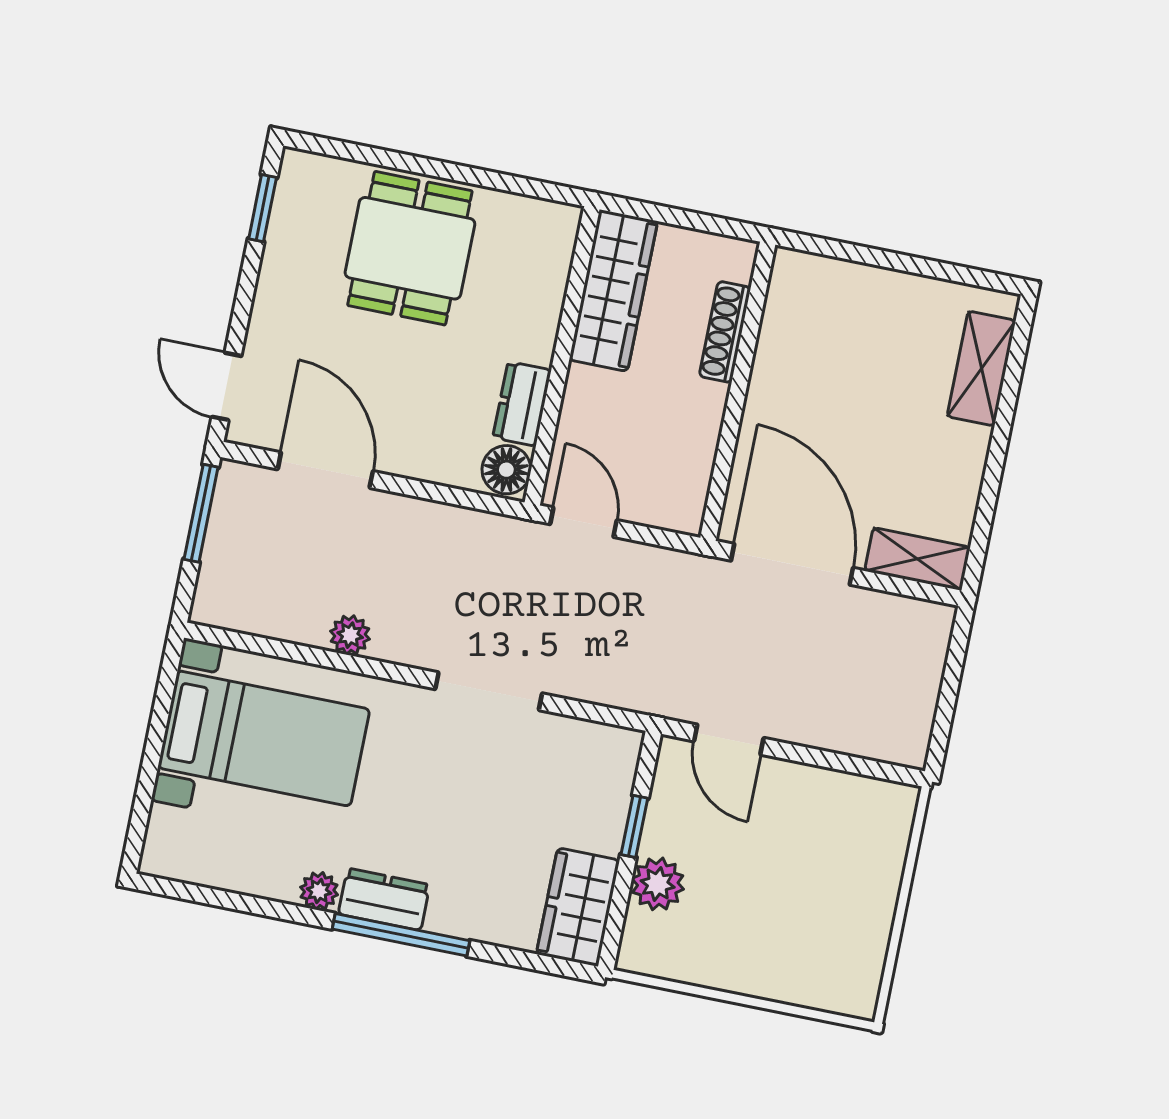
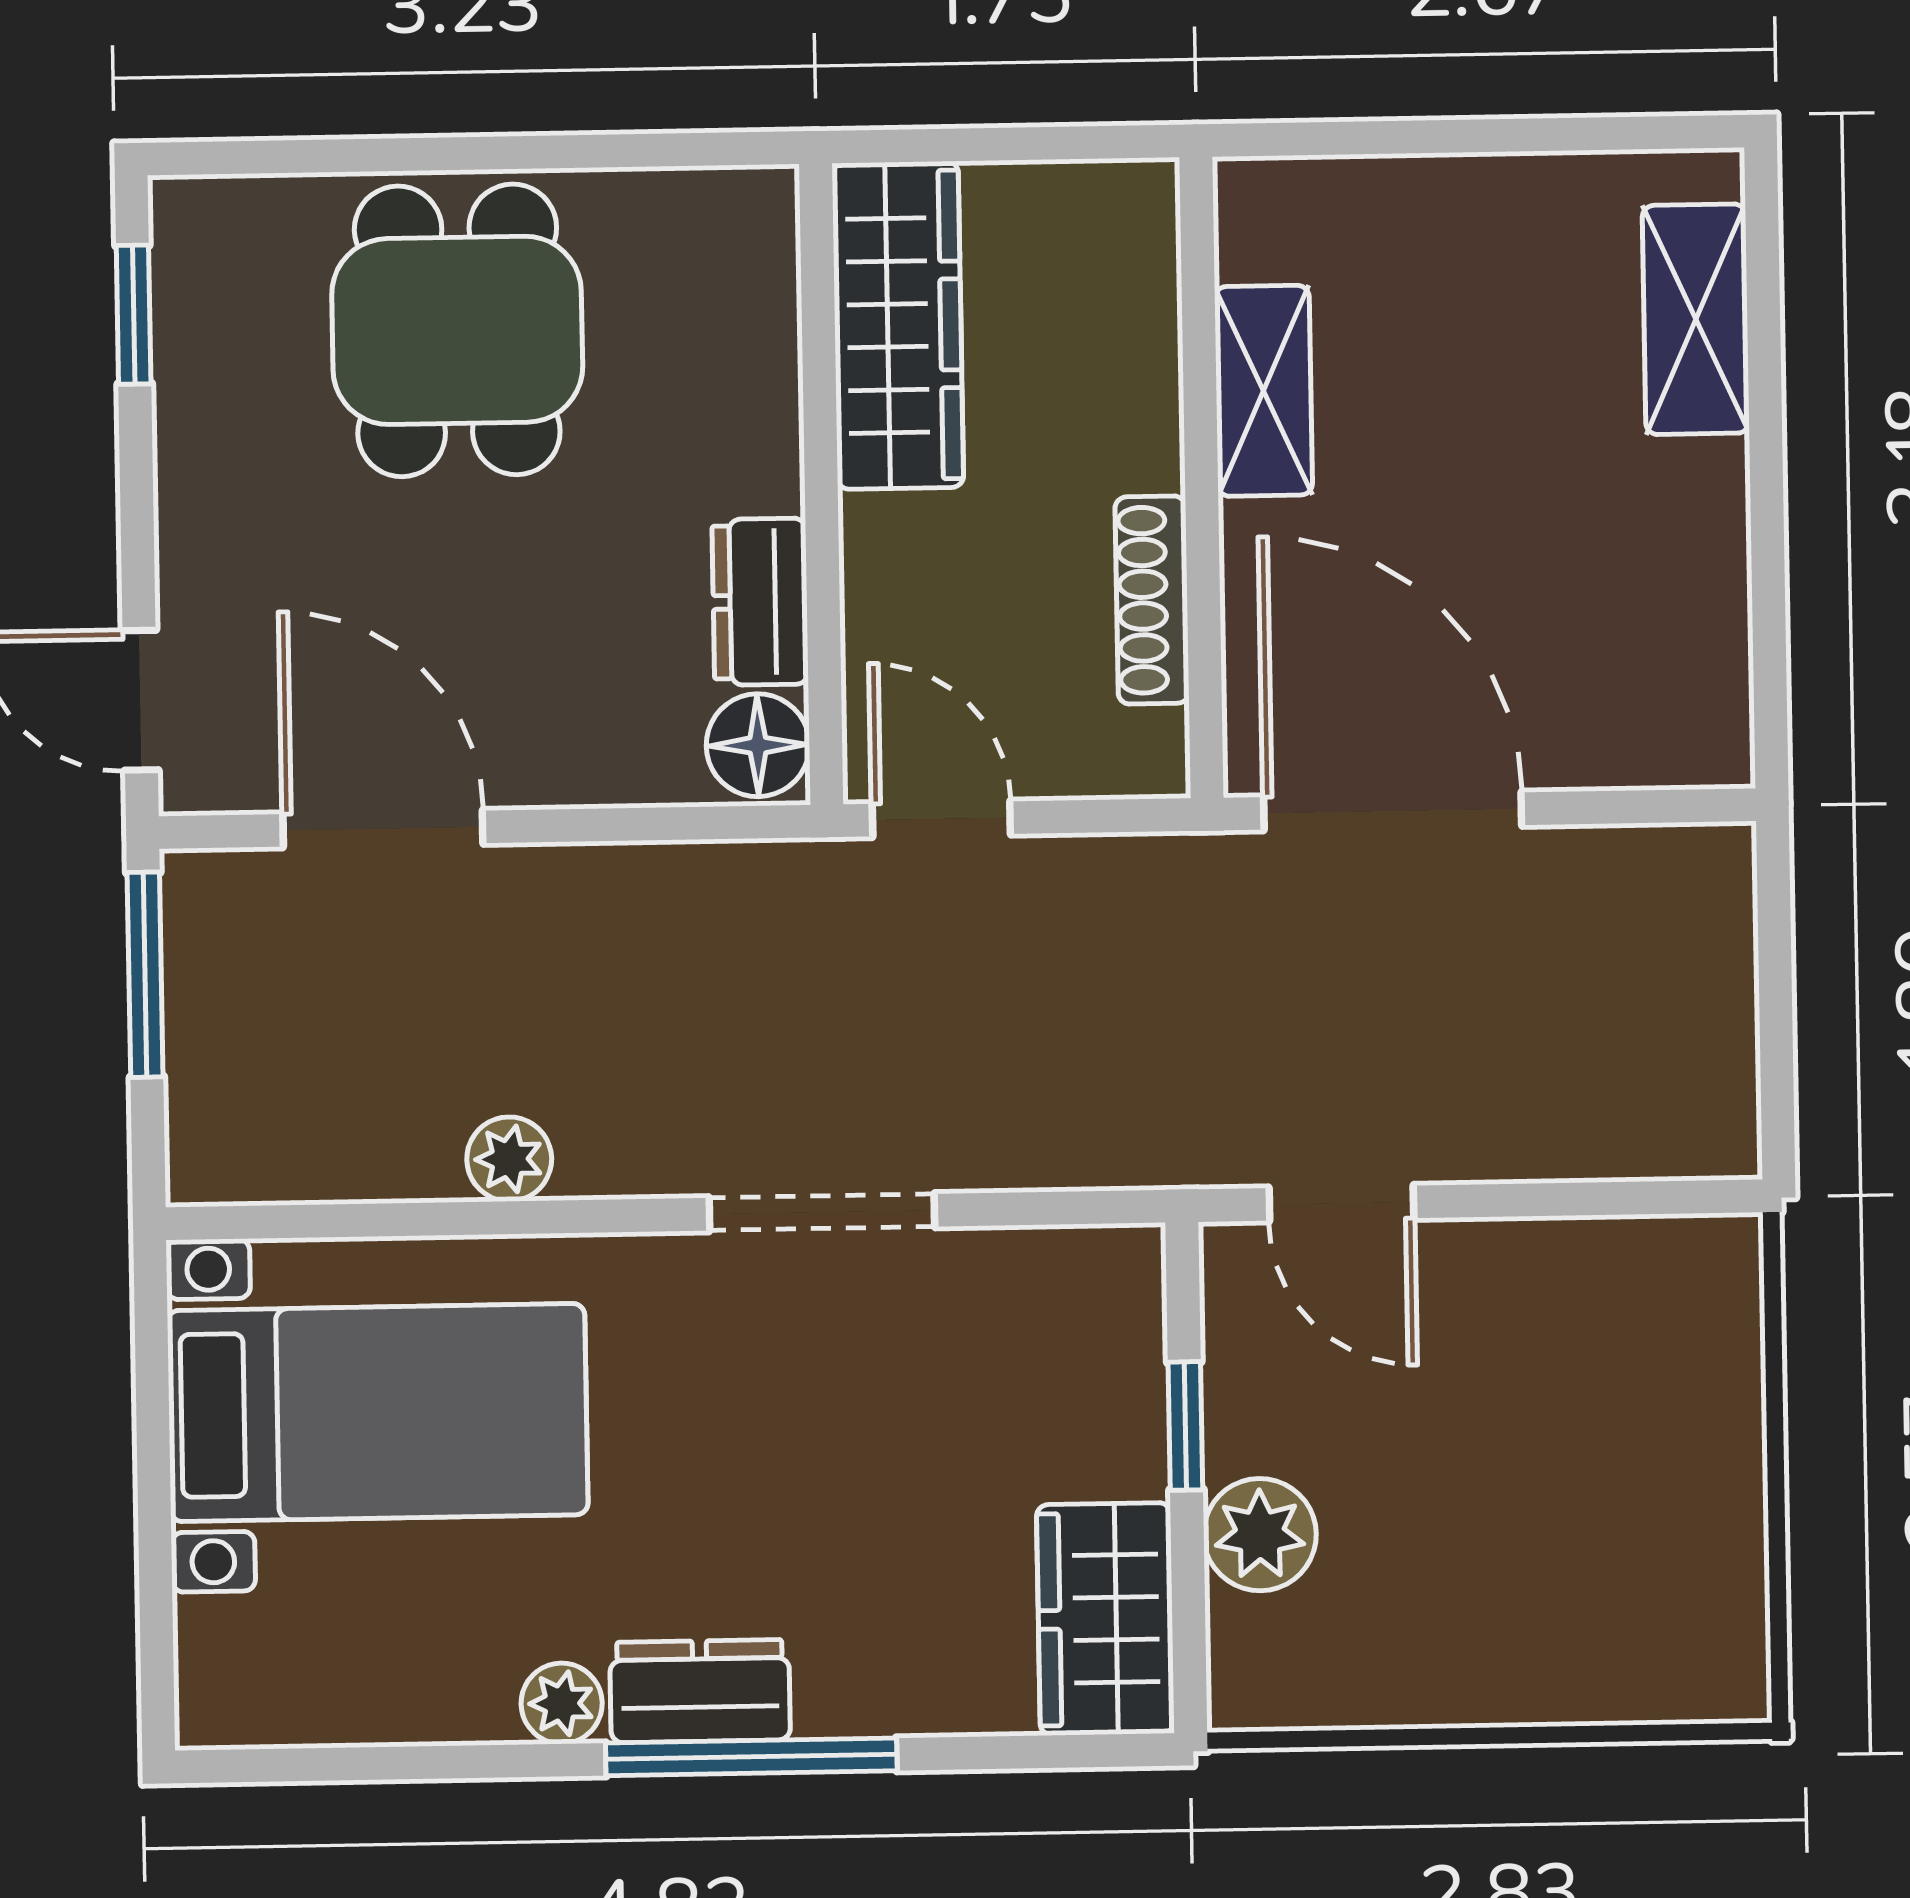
shoe rack: (725, 332) -> (1152, 600), moved
shelving: (917, 559) -> (1263, 391), moved, turned 90

